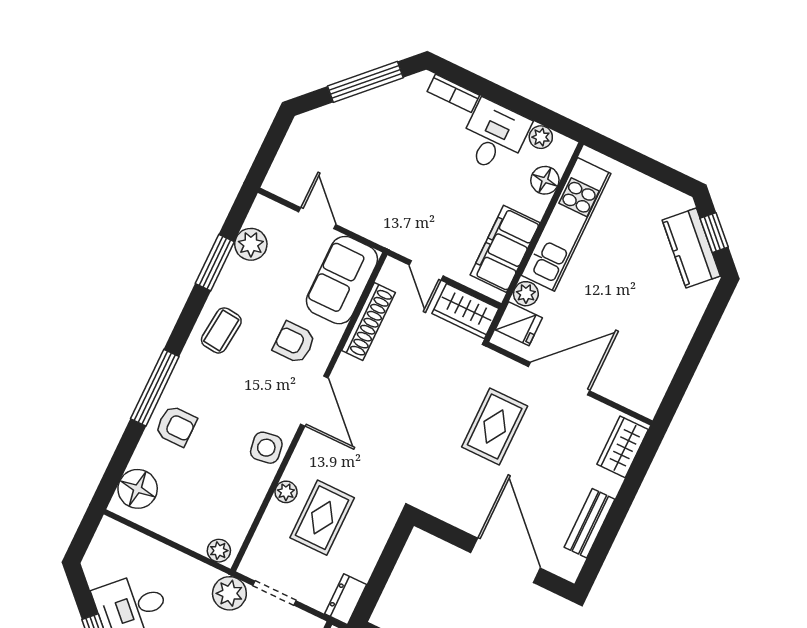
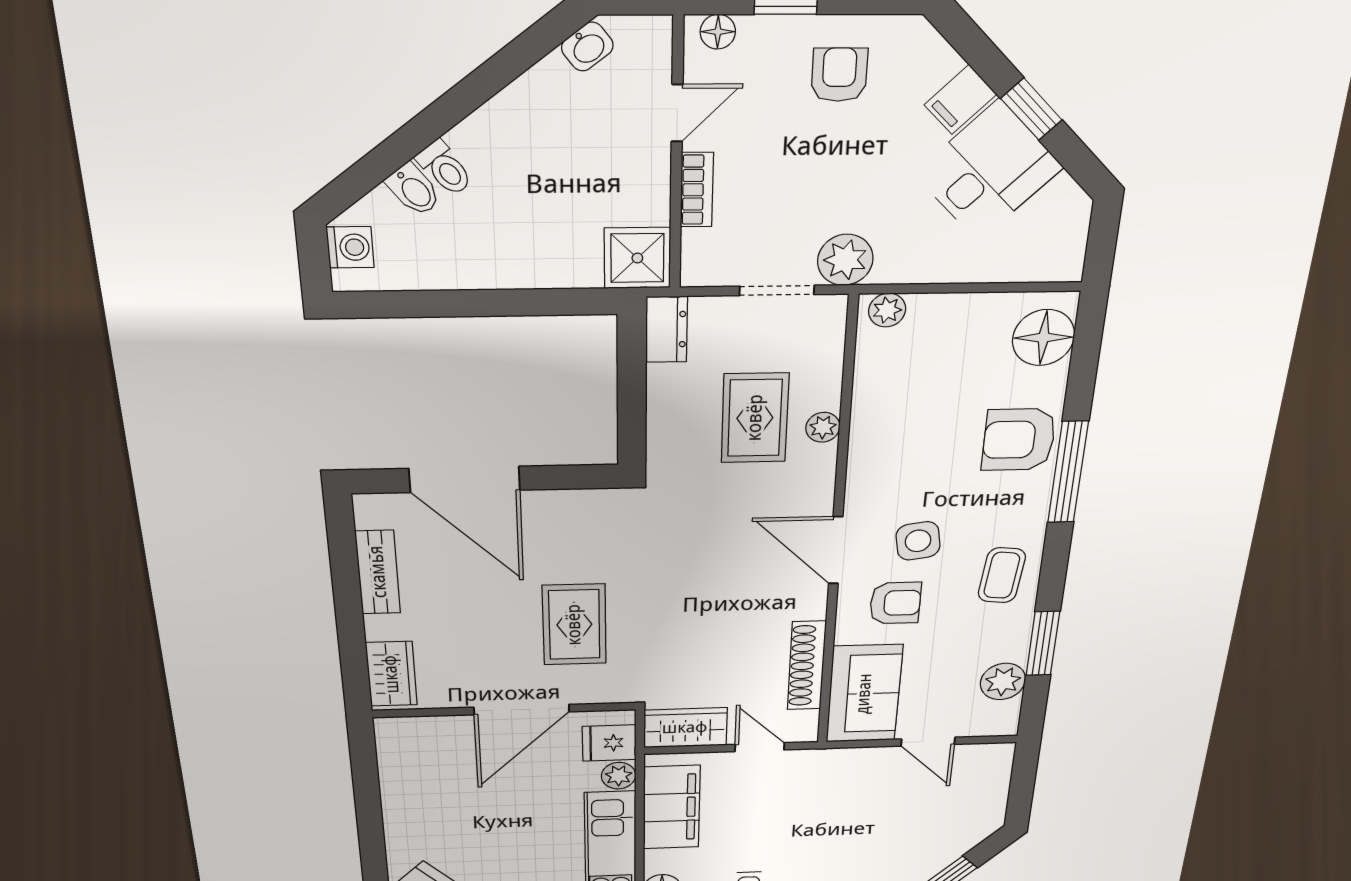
armchair: (176, 426) -> (1019, 440), width x1.38, depth x1.38
side table: (266, 448) -> (918, 541), moved

